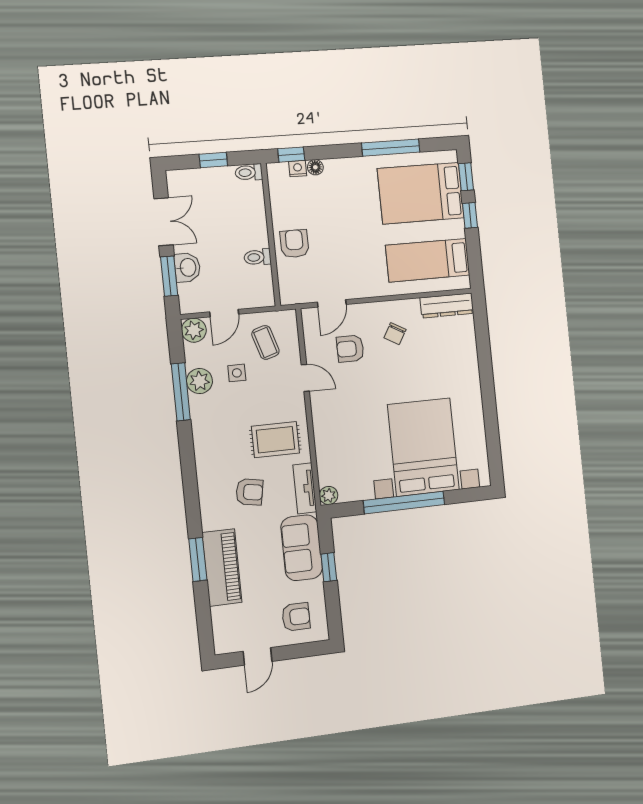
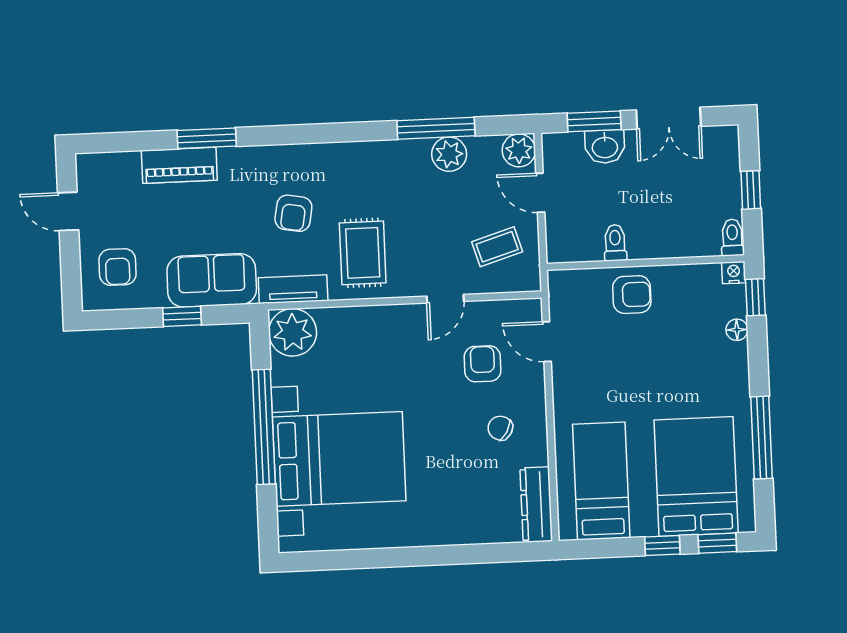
nightstand: (298, 169) -> (734, 273), moved, turned -90
side table: (237, 373) -> (457, 205), removed
plant: (329, 495) -> (293, 332), width x1.88, depth x1.88
piano: (222, 568) -> (179, 165), width x0.73, depth x0.75

